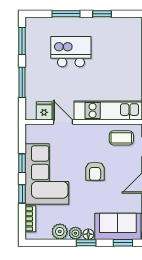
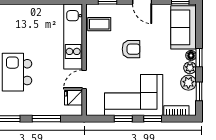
coffee table: (121, 138) -> (99, 24), turned 90
window: (123, 243) -> (199, 91), moved

